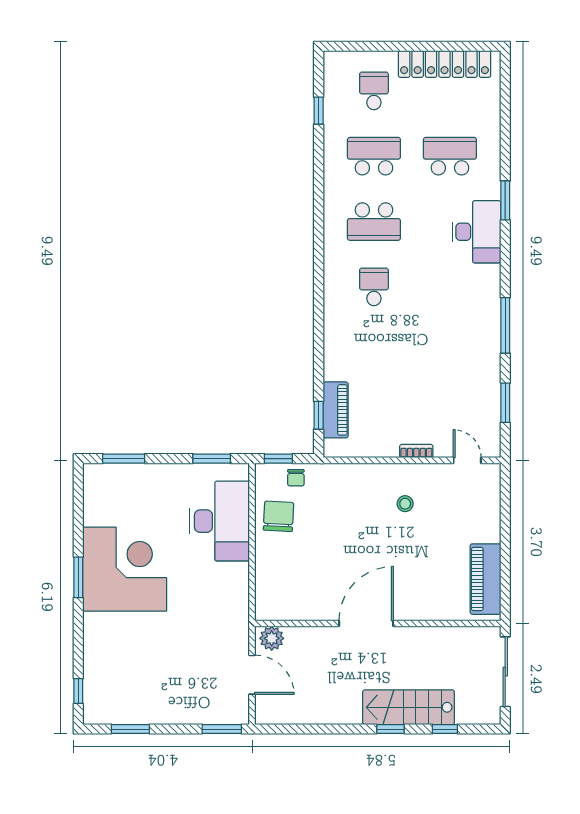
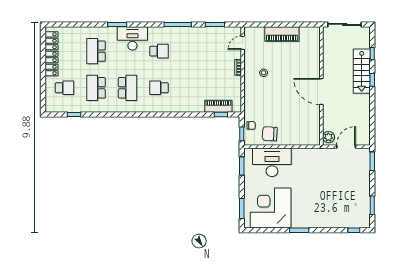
school desk: (374, 91) -> (65, 88), turned 180
school desk: (450, 287) -> (159, 51), added
corner desk: (125, 569) -> (271, 208), moved
piano: (486, 579) -> (282, 34), moved

